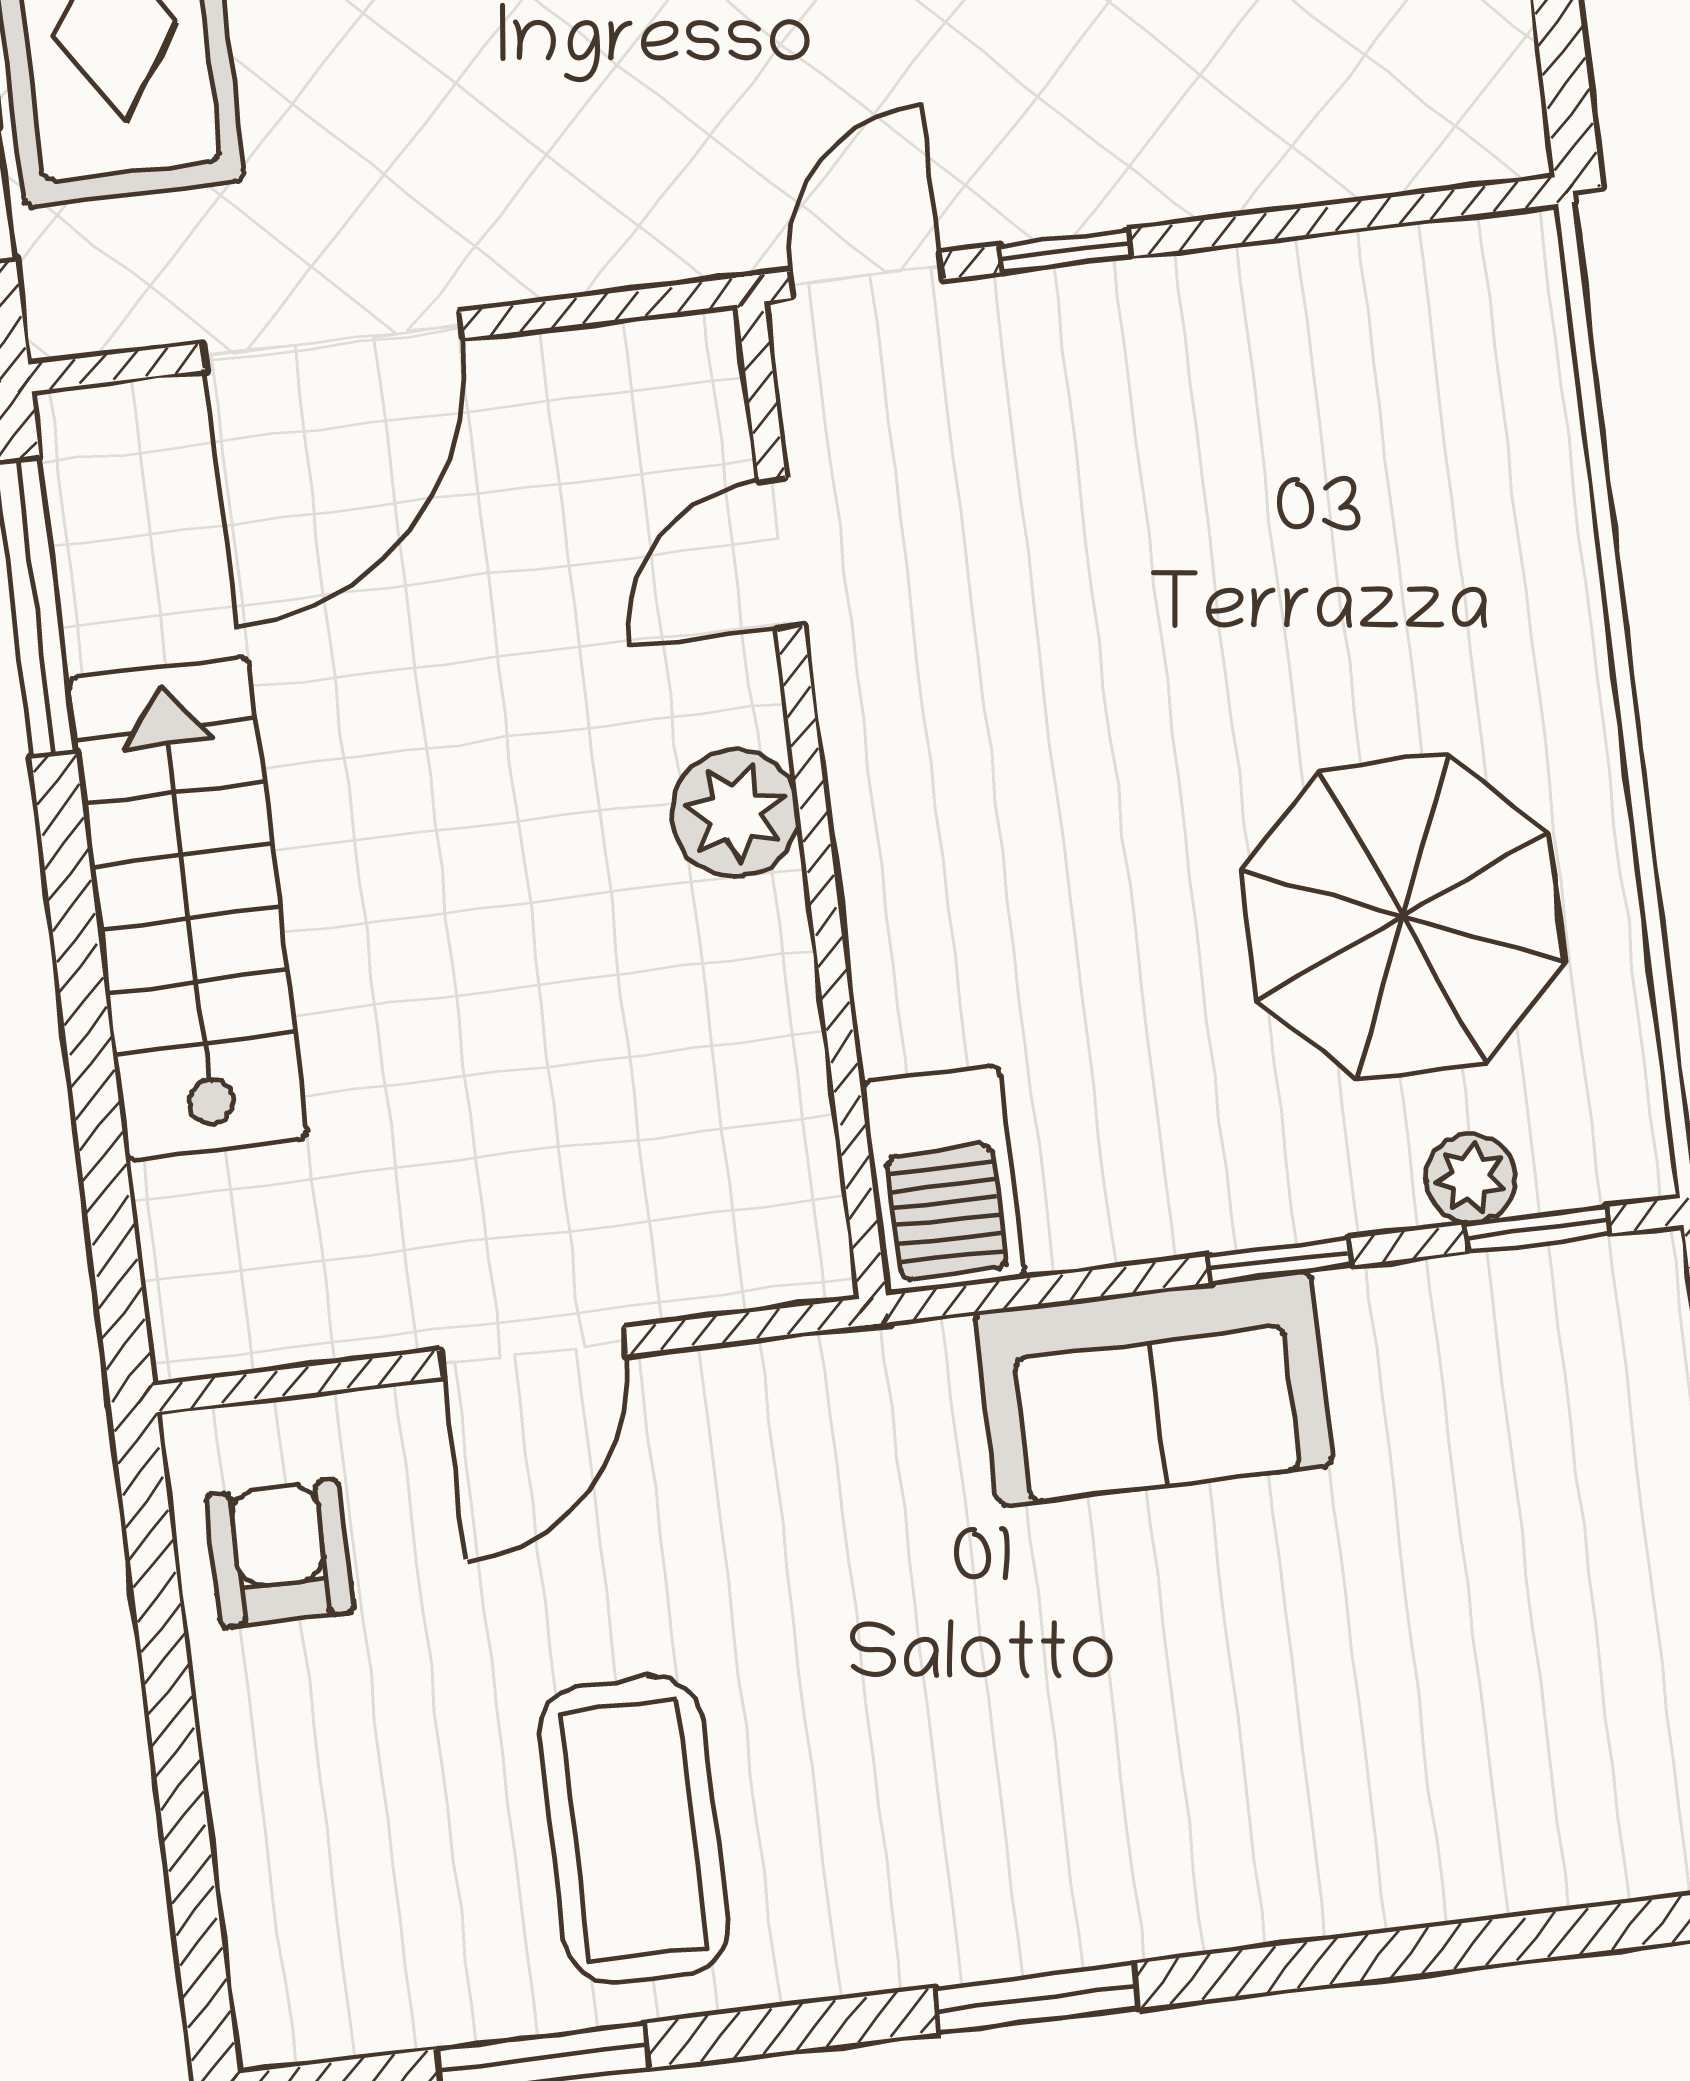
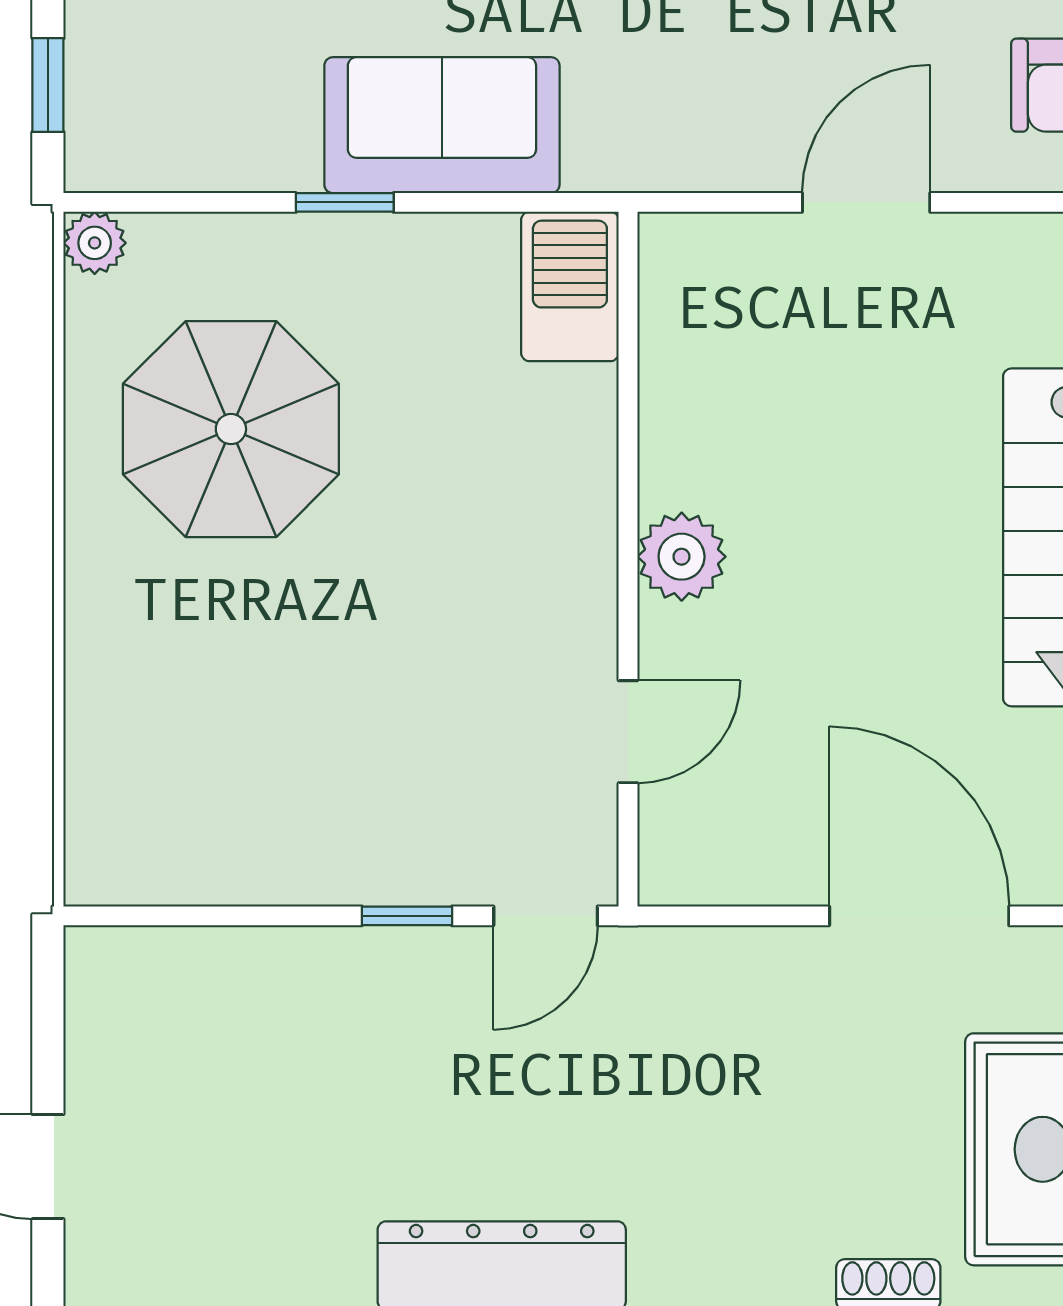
door: (332, 341) -> (919, 916), hinge flipped
plant: (1471, 1179) -> (95, 243), moved
window: (1537, 1229) -> (165, 202), removed

